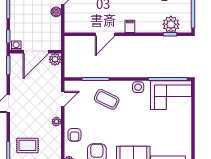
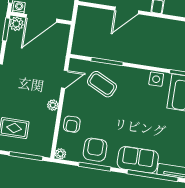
plant: (55, 59) -> (16, 24), moved
coffee table: (107, 99) -> (102, 84), moved

